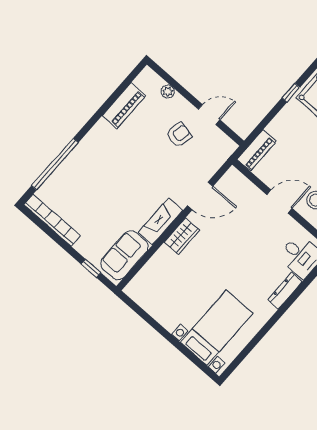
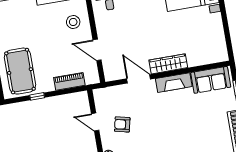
piano: (257, 150) -> (69, 81), moved
door: (279, 202) -> (97, 50), moved
wardrobe: (182, 236) -> (168, 64), width x1.50

